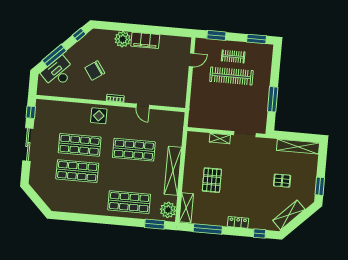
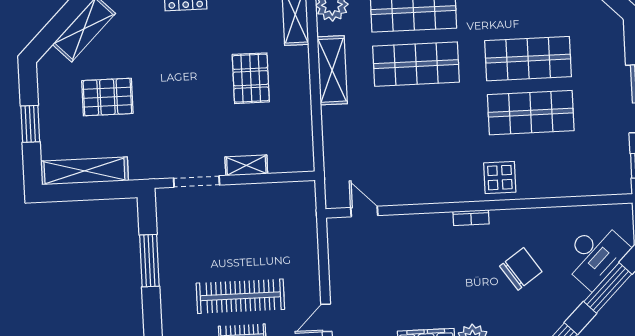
door: (143, 106) -> (364, 212), moved
shop shelf: (134, 150) -> (416, 64), moved
shelving: (173, 171) -> (332, 70), width x0.68
pallet: (282, 181) -> (107, 97), width x1.50, depth x1.42
window: (320, 186) -> (30, 124), moved

